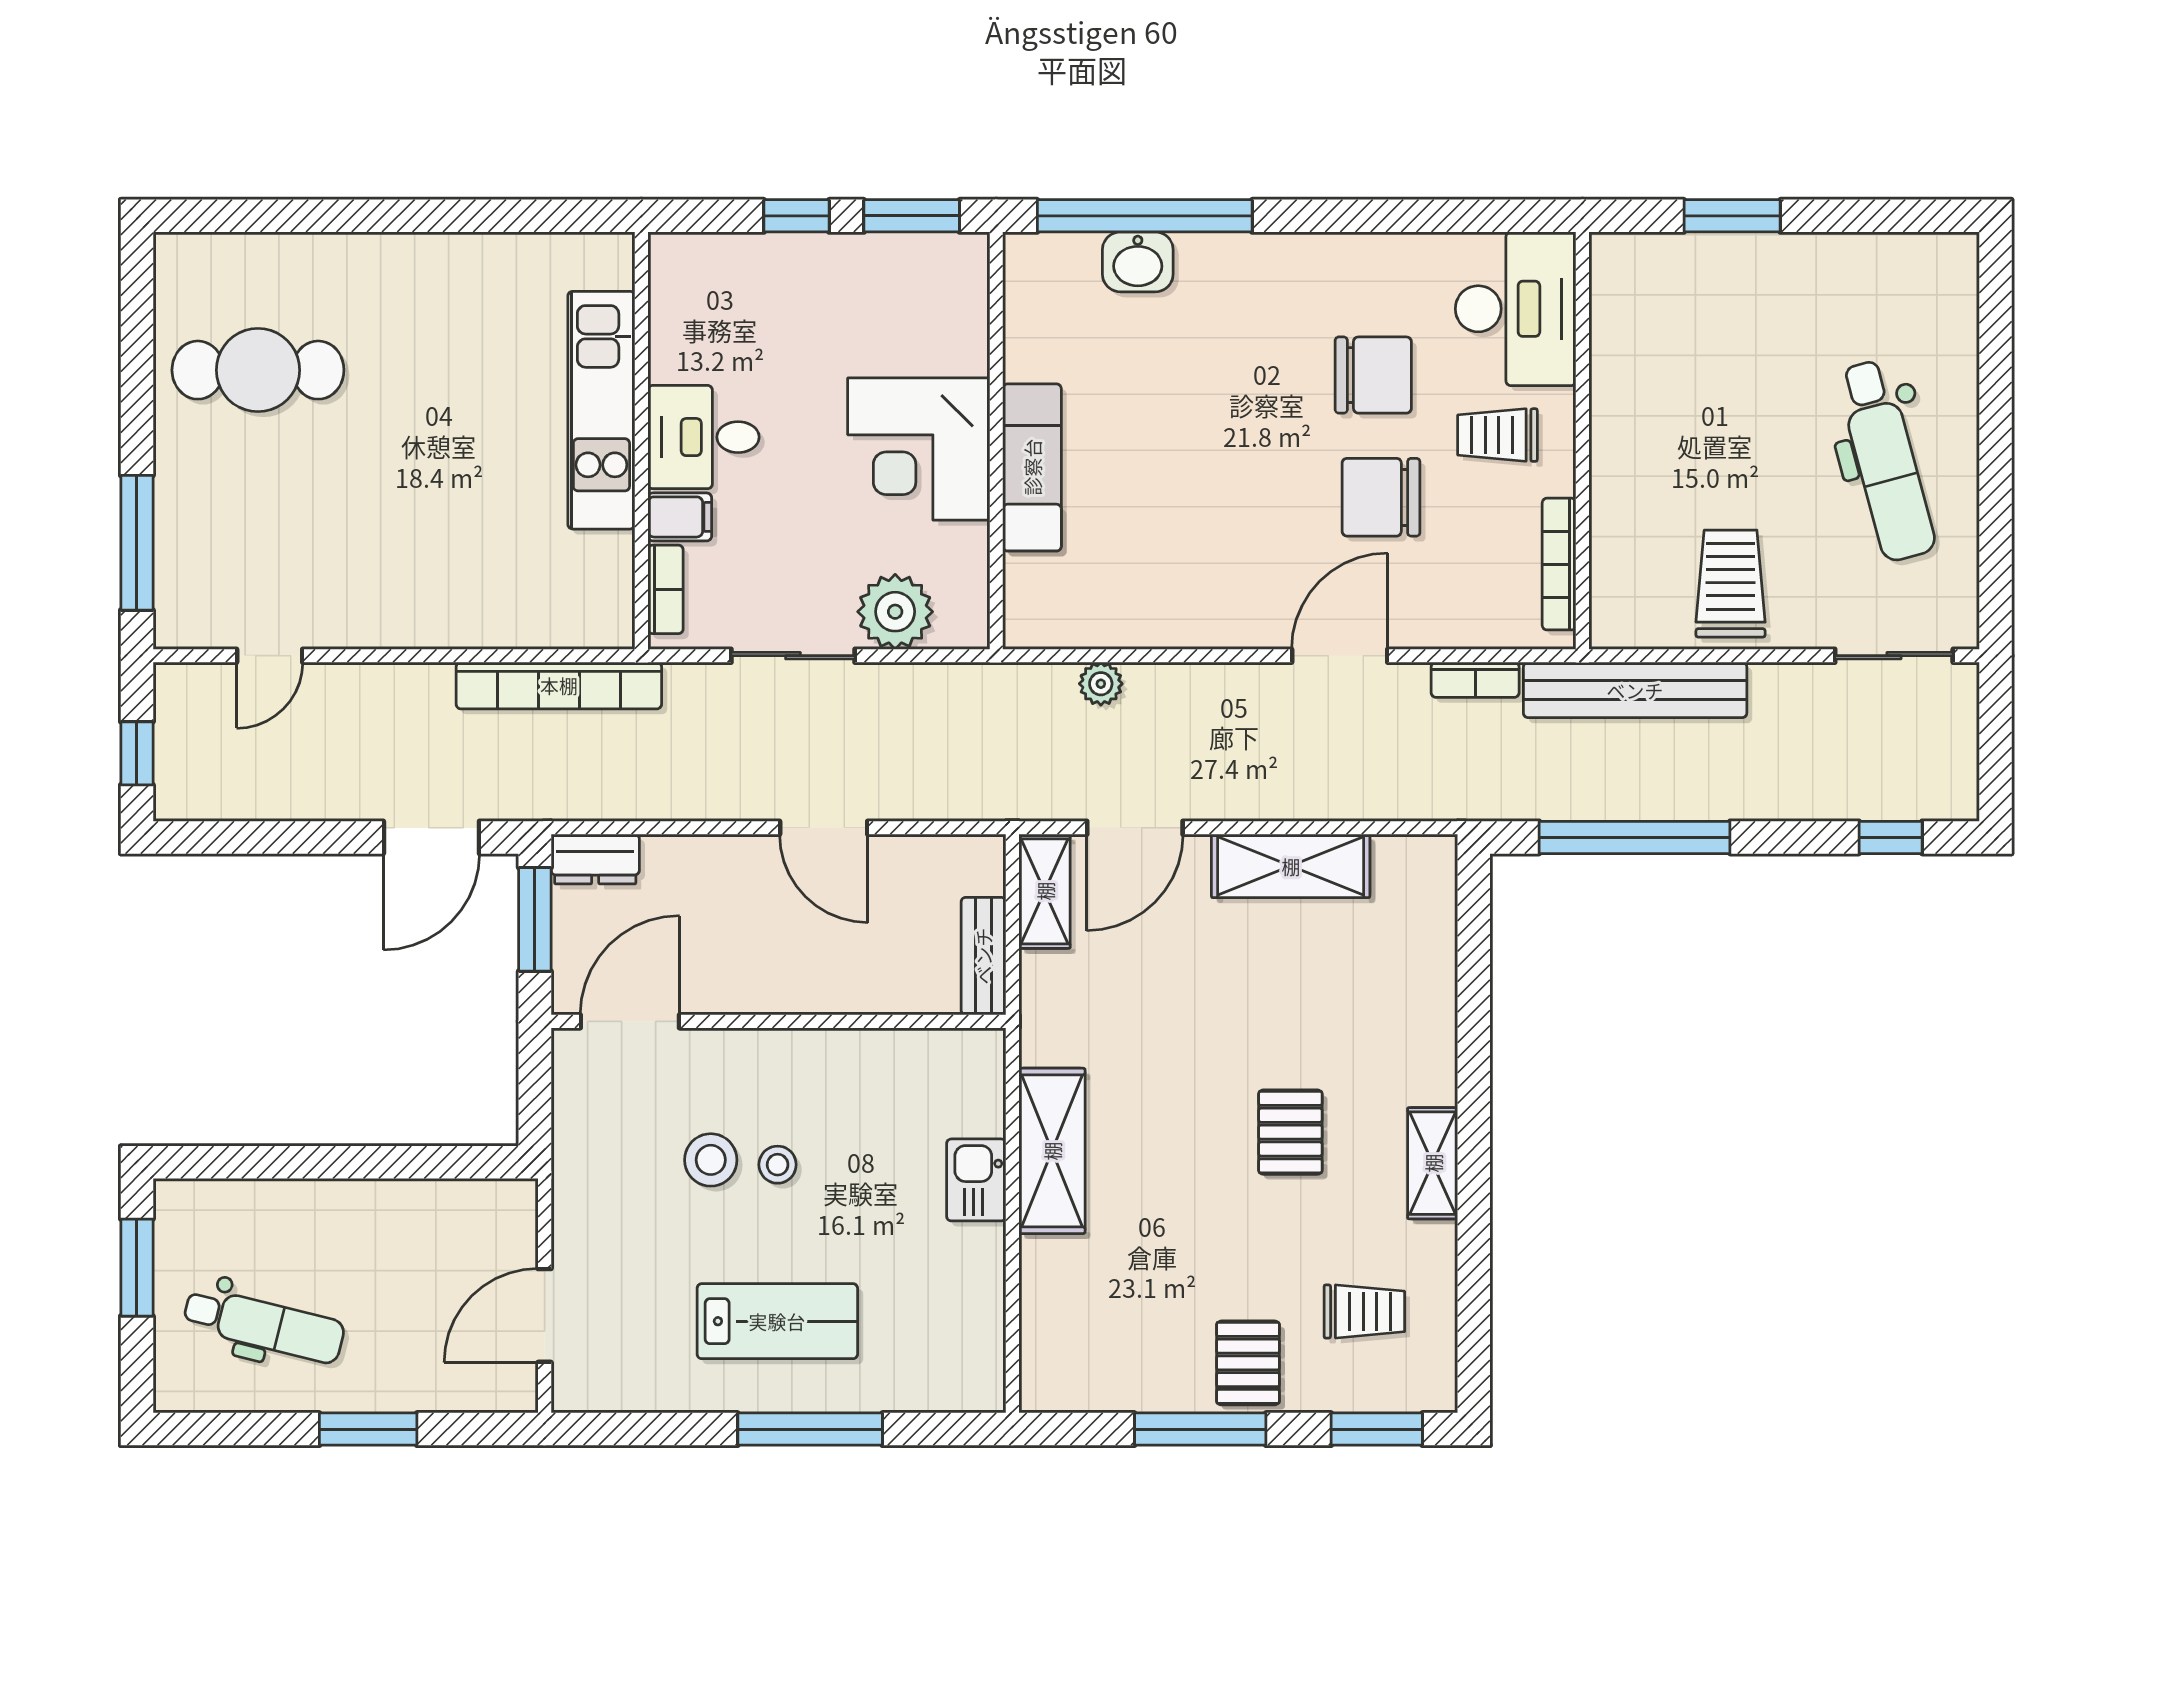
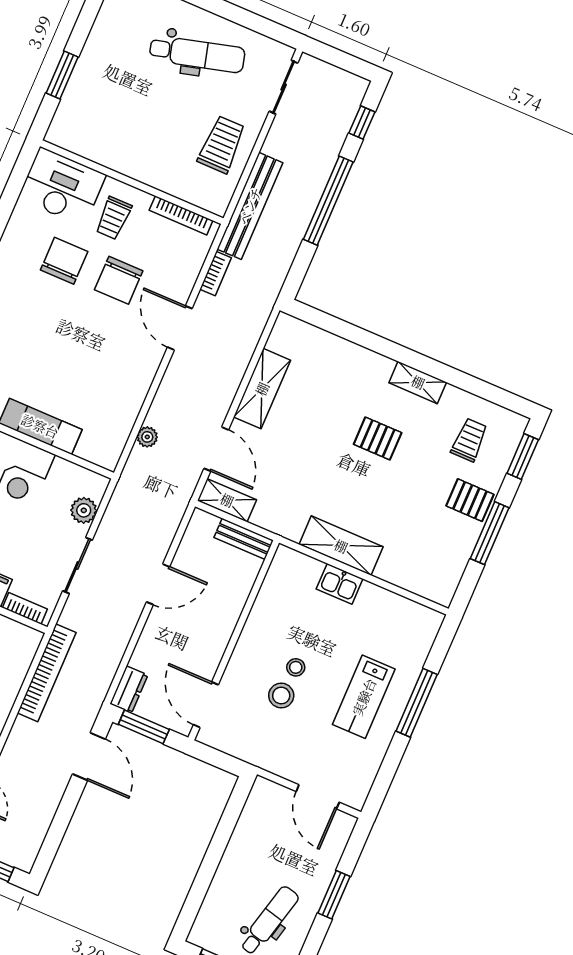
trolley: (1731, 584) -> (222, 145), turned 90
plant: (895, 612) -> (84, 510), width x0.73, depth x0.73
window: (1635, 837) -> (328, 201), moved
lab bench: (777, 1321) -> (364, 697), turned 180

